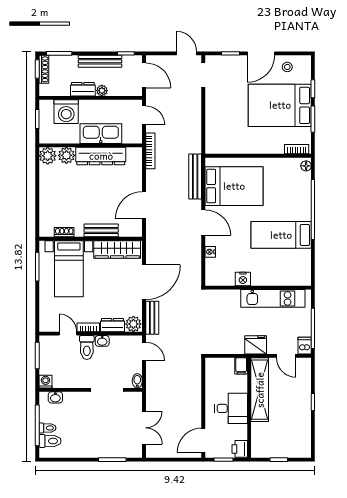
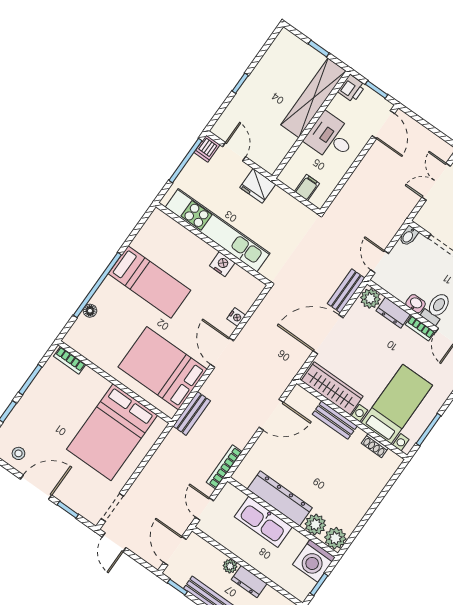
bed: (280, 105) -> (112, 432), moved, turned 90
washing machine: (66, 112) -> (314, 561), moved, turned 180
floor lamp: (306, 166) -> (90, 311), moved
bench: (195, 176) -> (192, 413), width x0.73
kitchen unit: (273, 298) -> (218, 230), width x1.36
filing cabinet: (241, 366) -> (307, 188), moved
shelving: (260, 390) -> (313, 98), moved
door: (203, 440) -> (383, 125), hinge flipped

